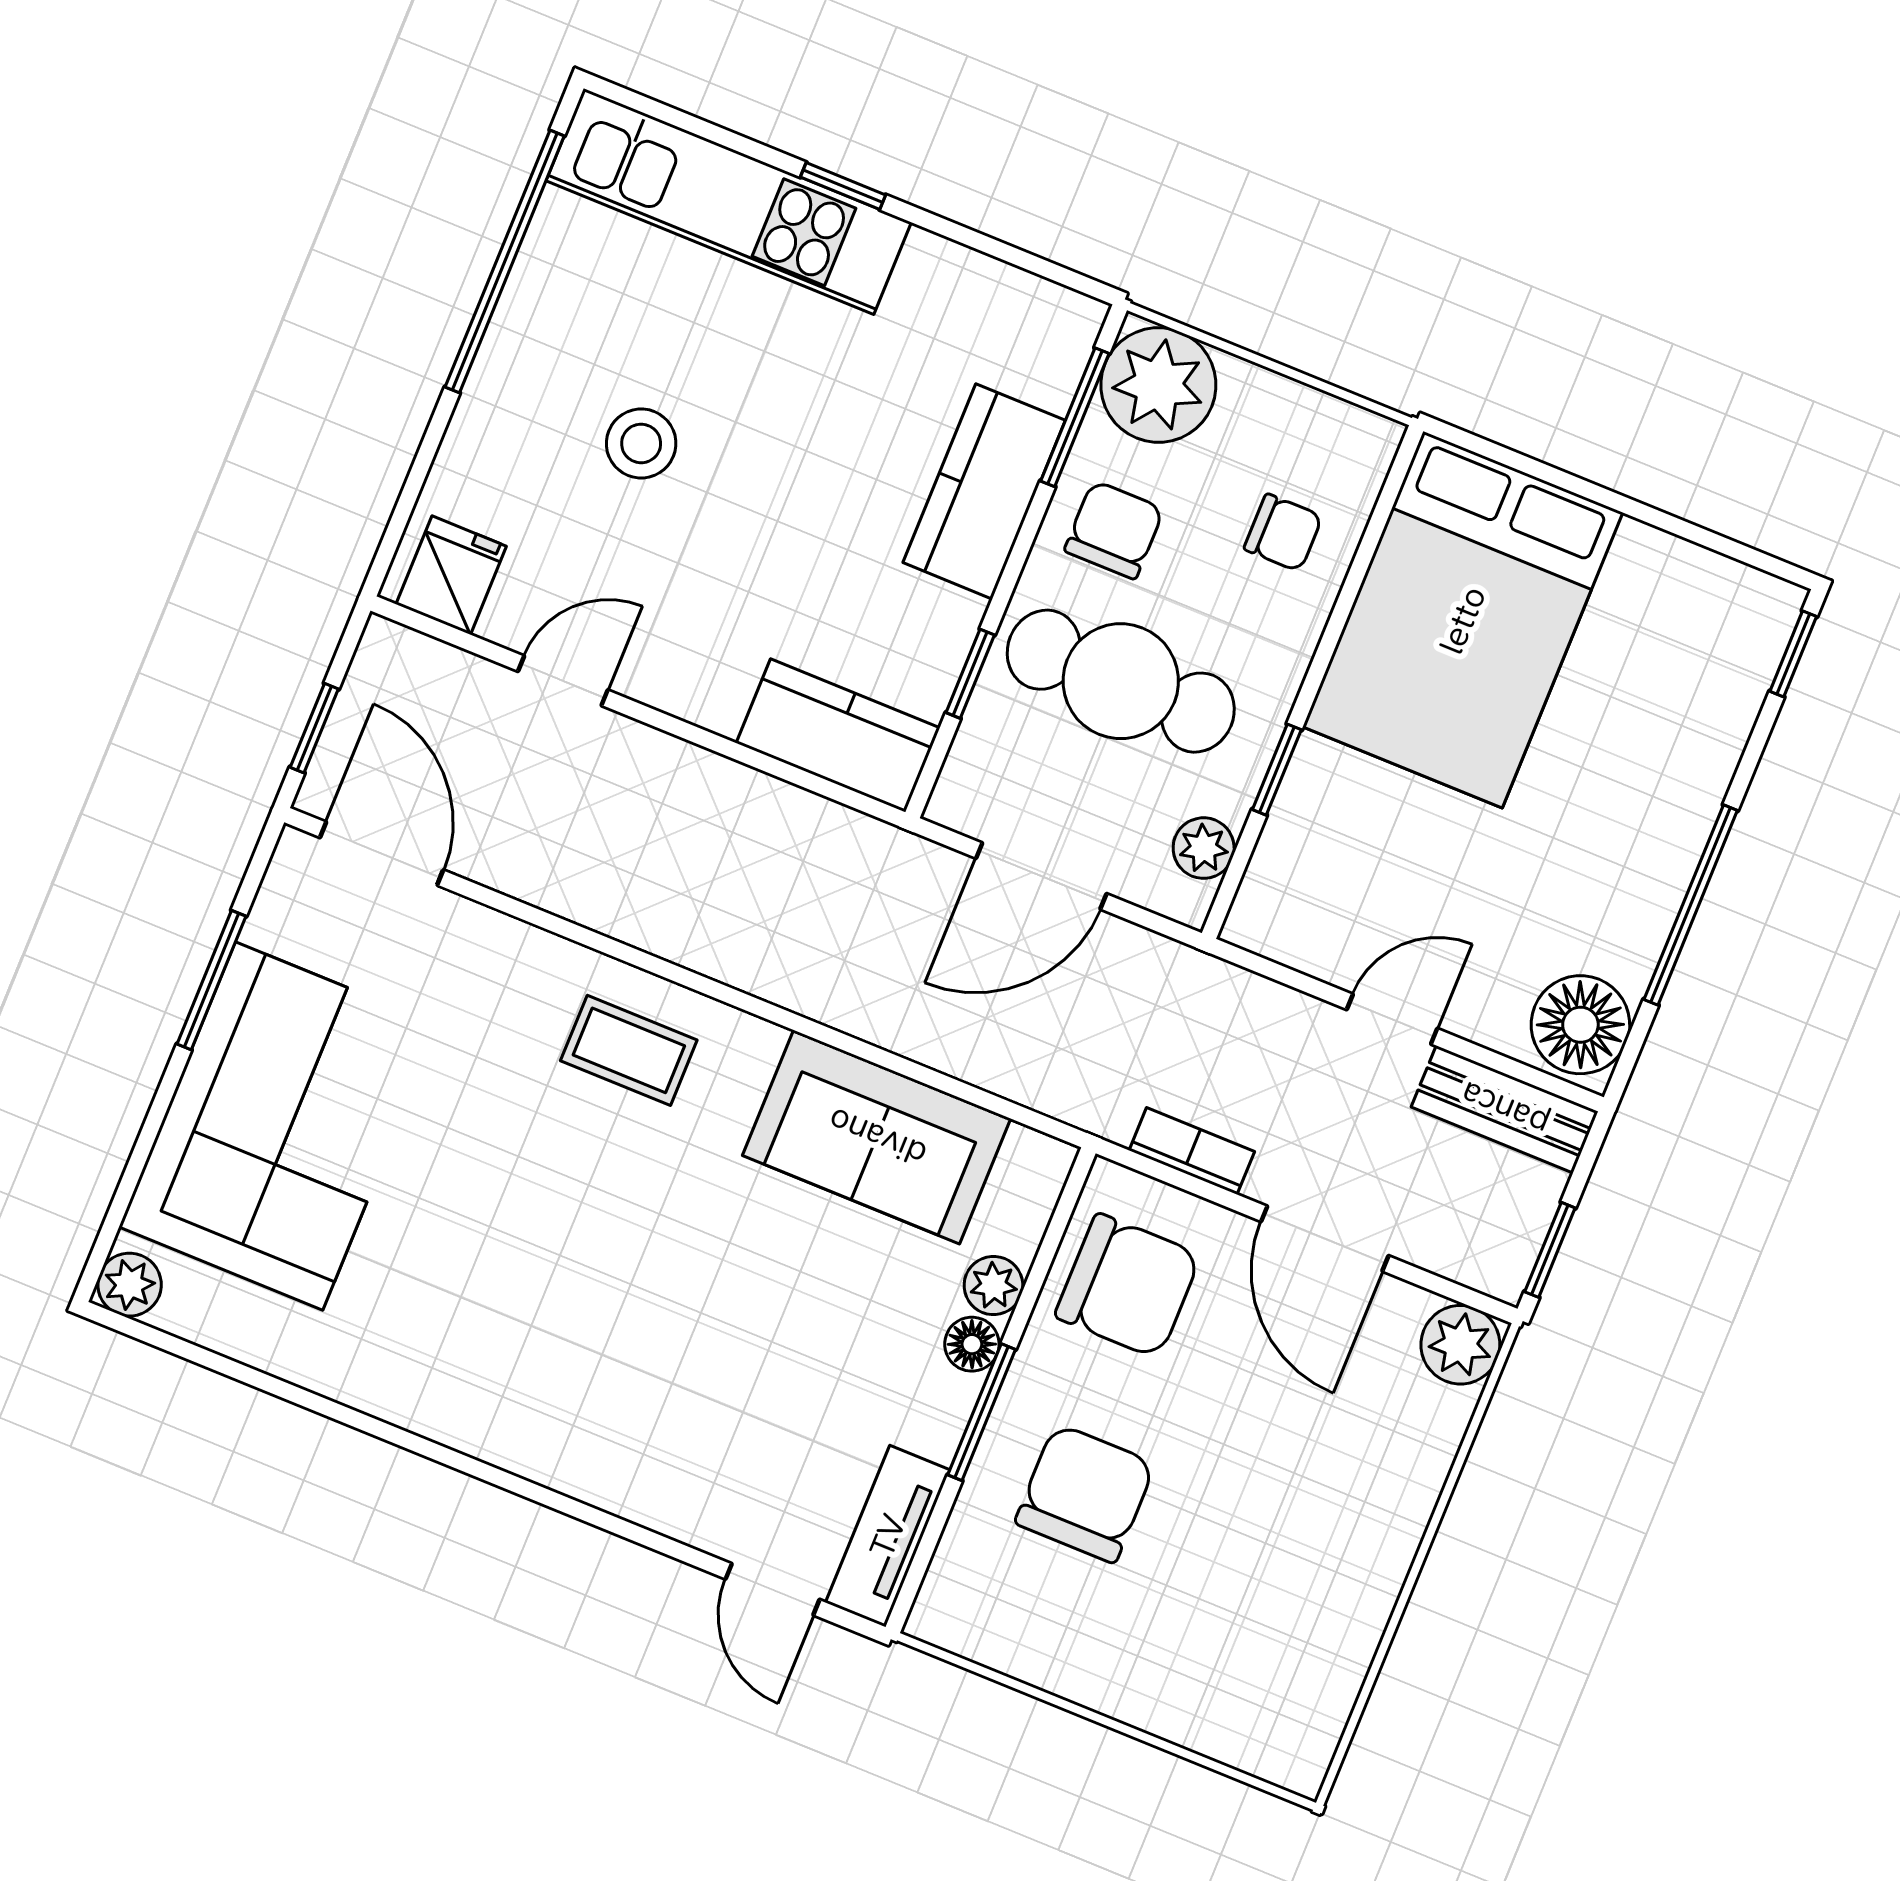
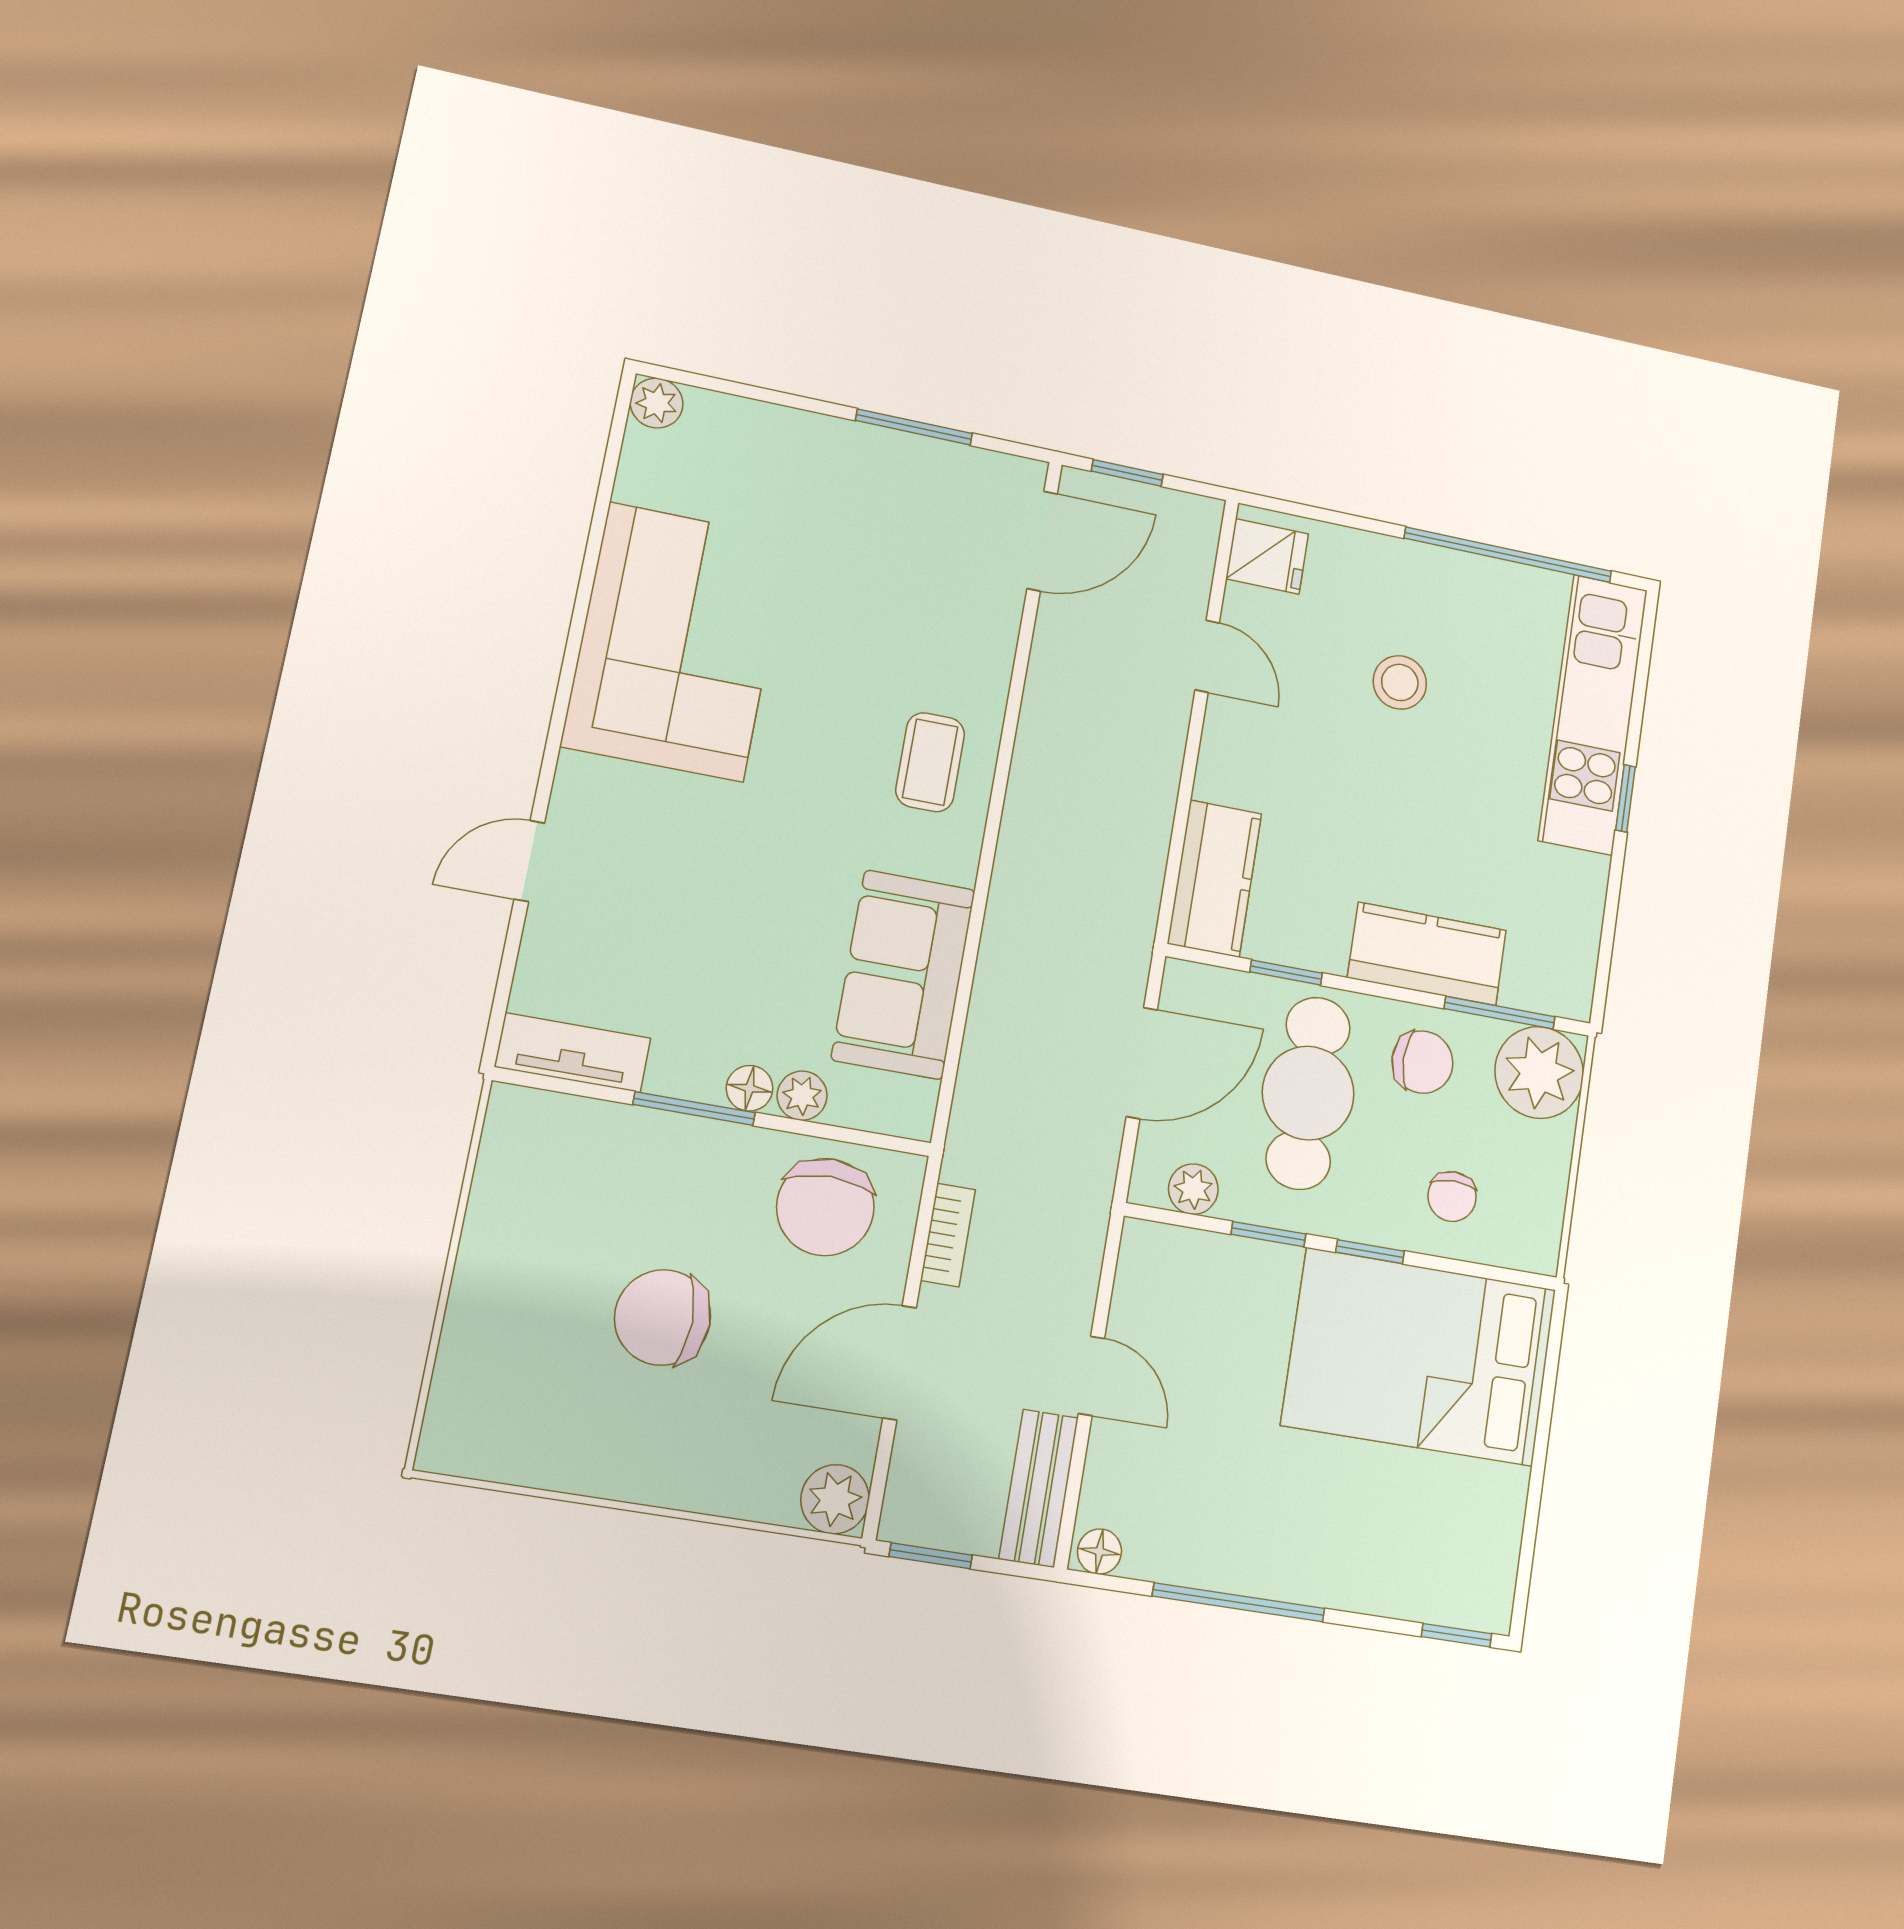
window: (1325, 650) -> (1370, 1252), added
door: (1041, 876) -> (1142, 1063), swing flipped
floor lamp: (1580, 1025) -> (1100, 1552), width x0.53, depth x0.53
corner sofa: (279, 1126) -> (676, 641), moved, turned -90
chair: (1085, 1493) -> (663, 1317), moved, turned 180
door: (772, 1589) -> (529, 861), moved

